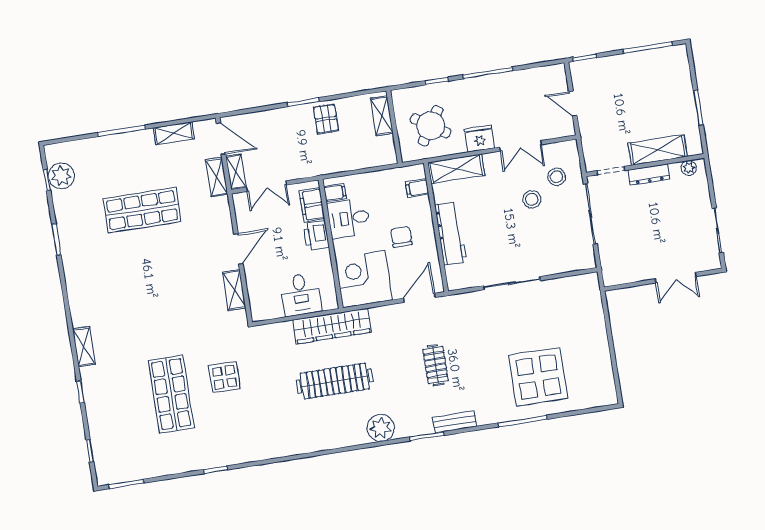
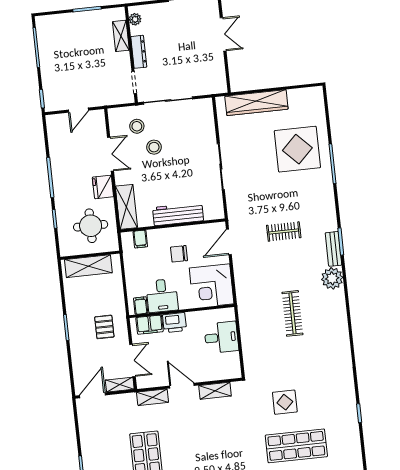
shelving: (382, 116) -> (88, 266), width x1.50, depth x1.33
pallet: (326, 119) -> (104, 327), moved, turned 90
round table: (431, 126) -> (91, 226), turned -33
shelving: (174, 133) -> (86, 433), removed
shelving: (658, 150) -> (121, 36), width x0.67, depth x0.75
shelving: (217, 177) -> (153, 397), moved
door: (419, 298) -> (229, 242), hinge flipped
wardrobe: (332, 326) -> (256, 103), moved, turned 90
clothes rail: (335, 381) -> (292, 313), width x0.73, depth x0.76
bench: (455, 422) -> (334, 249), moved

